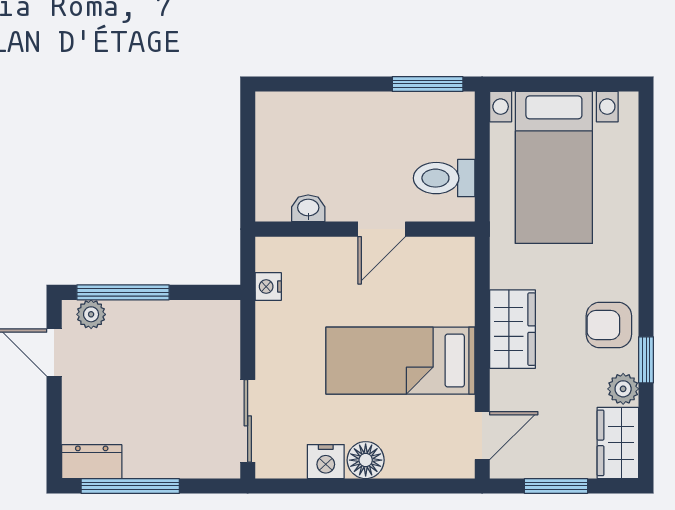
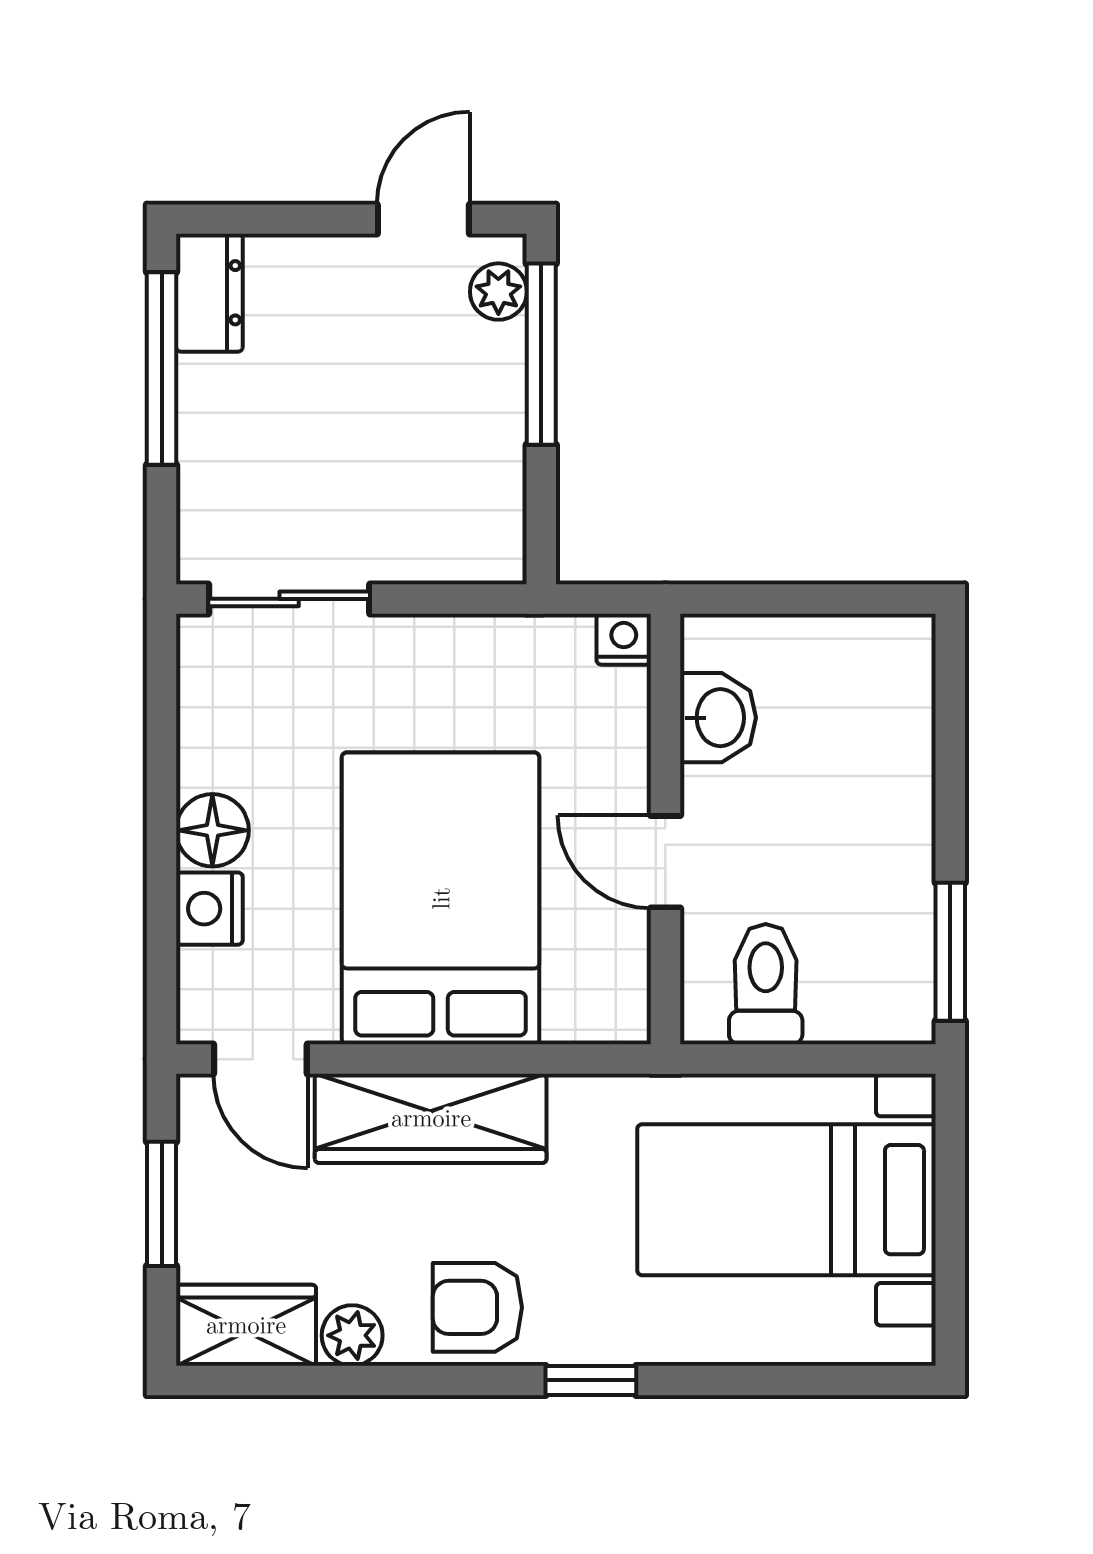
washbasin: (308, 208) -> (718, 718), width x1.38, depth x1.45
nightstand: (268, 287) -> (624, 639), moved
armchair: (609, 325) -> (477, 1307), turned -90
wardrobe: (512, 329) -> (431, 1118), width x1.50
window: (646, 360) -> (591, 1380), moved
bed: (400, 361) -> (441, 898), width x1.50
nightstand: (326, 462) -> (209, 909), moved

